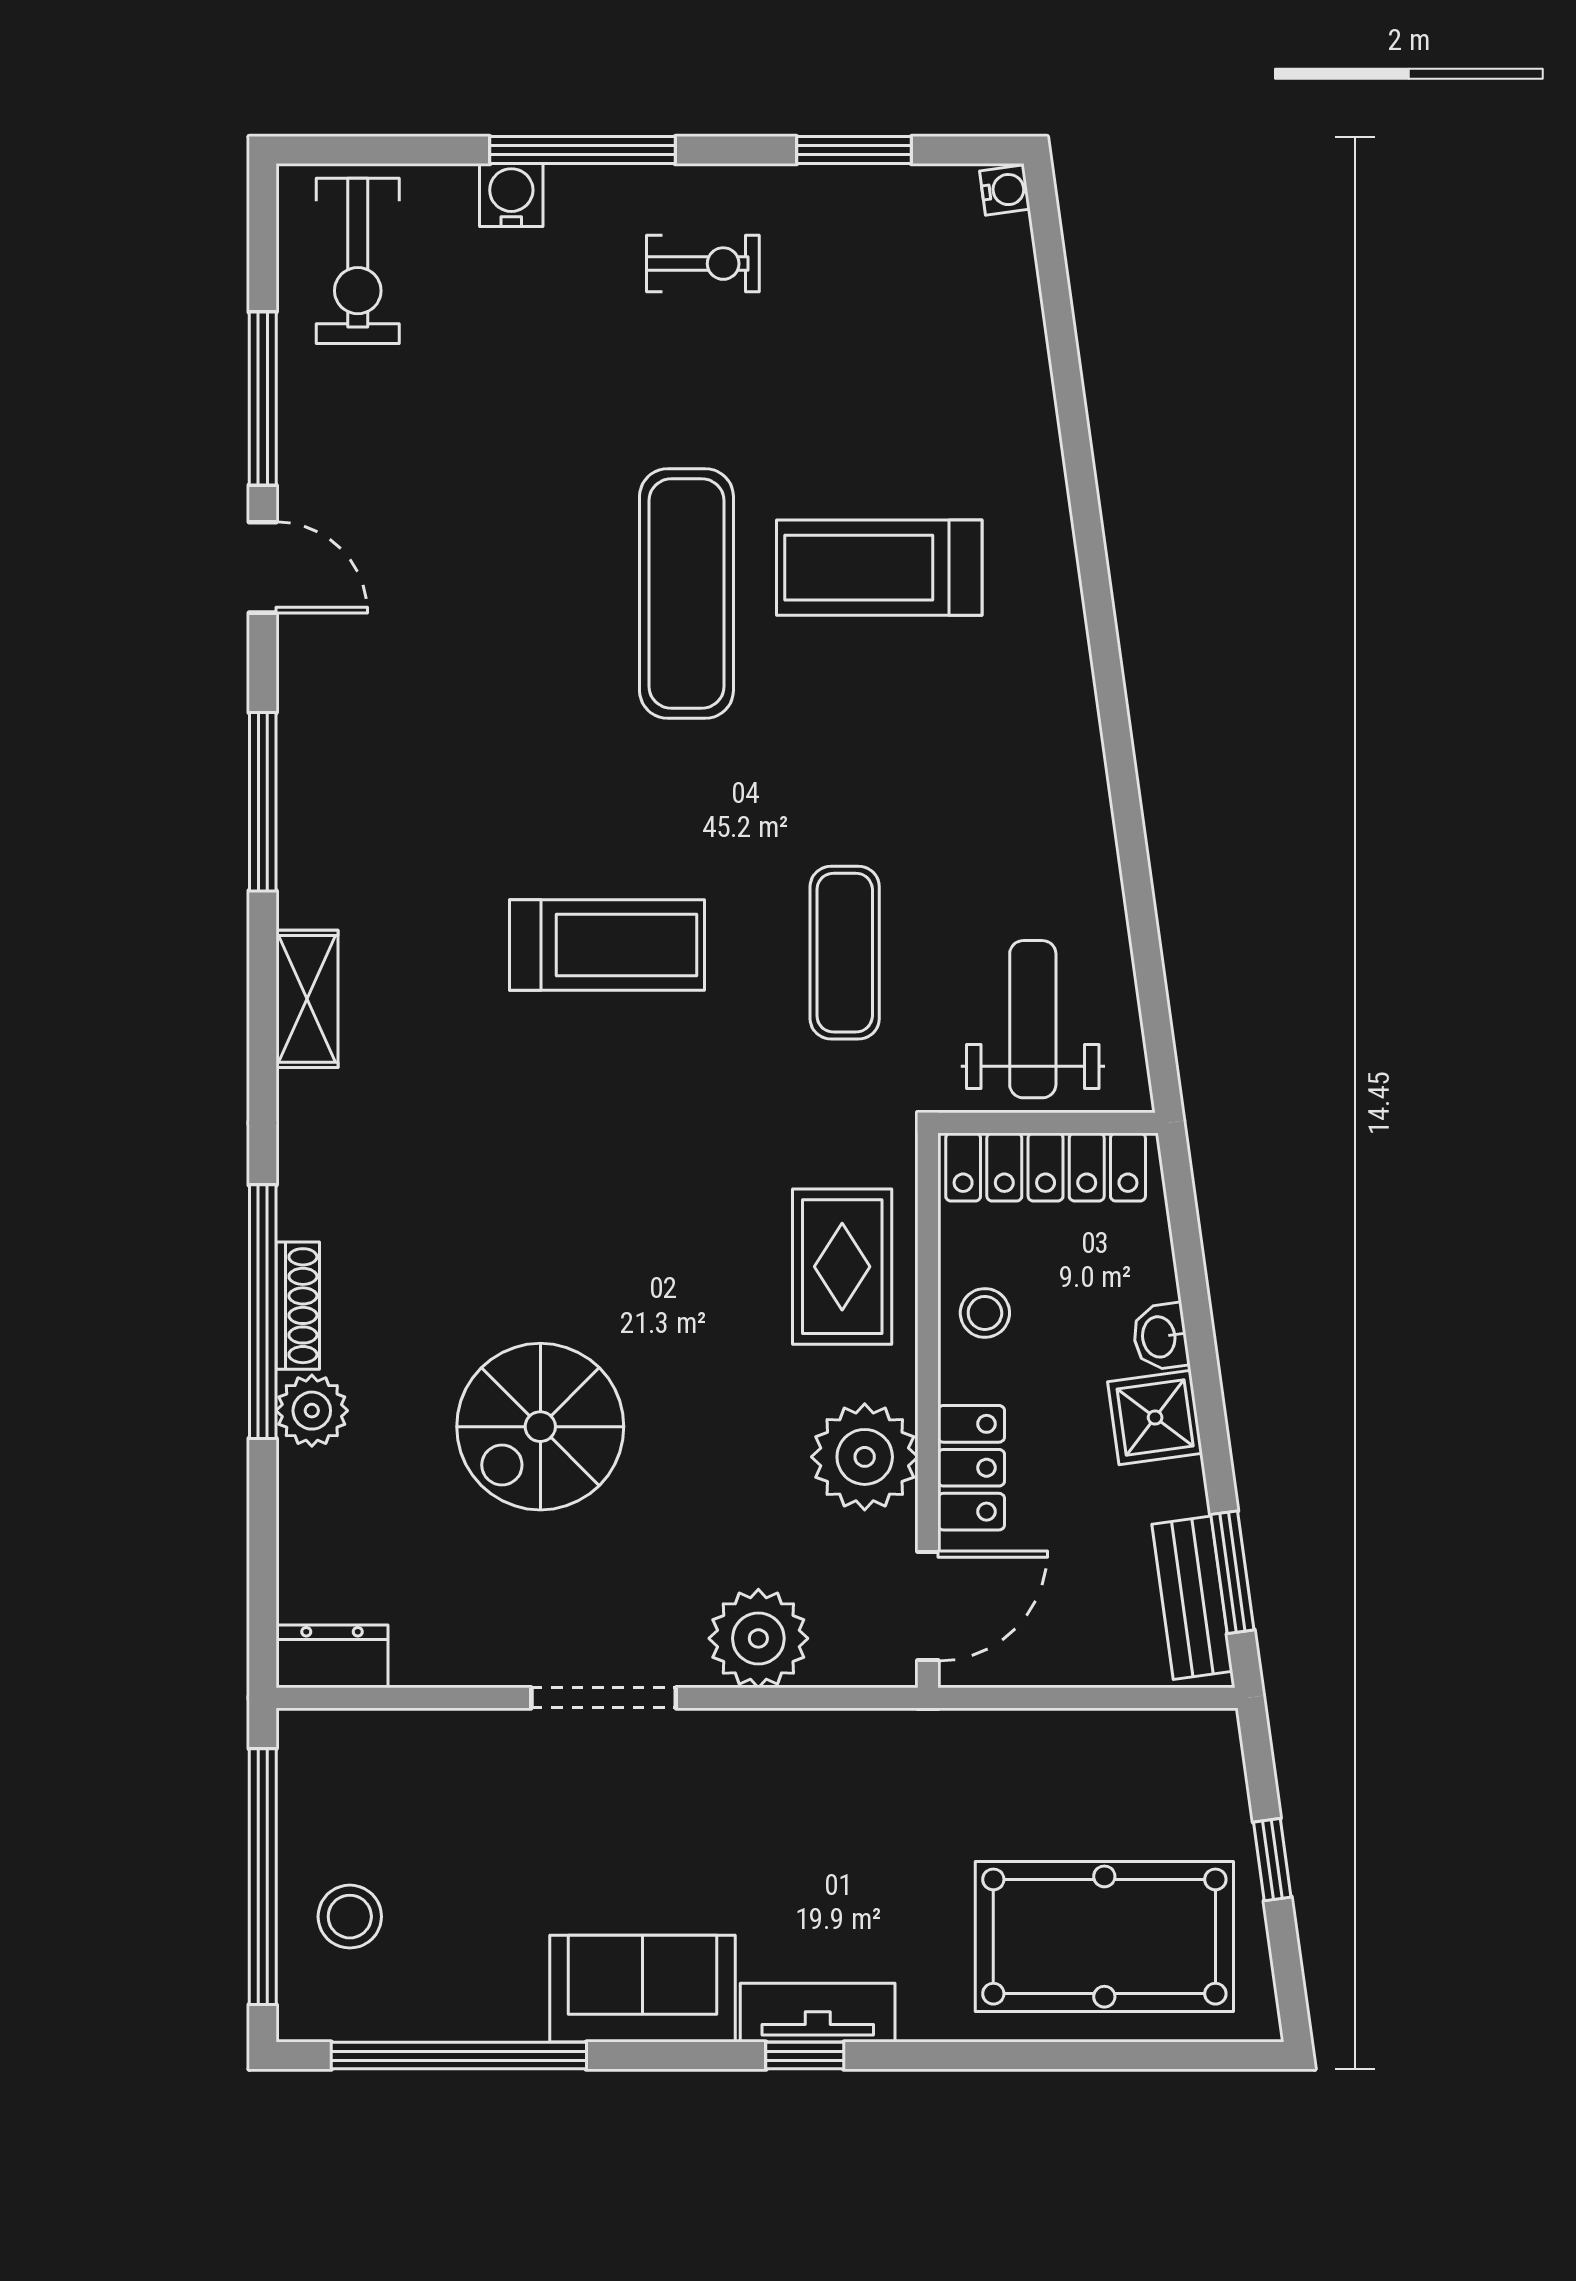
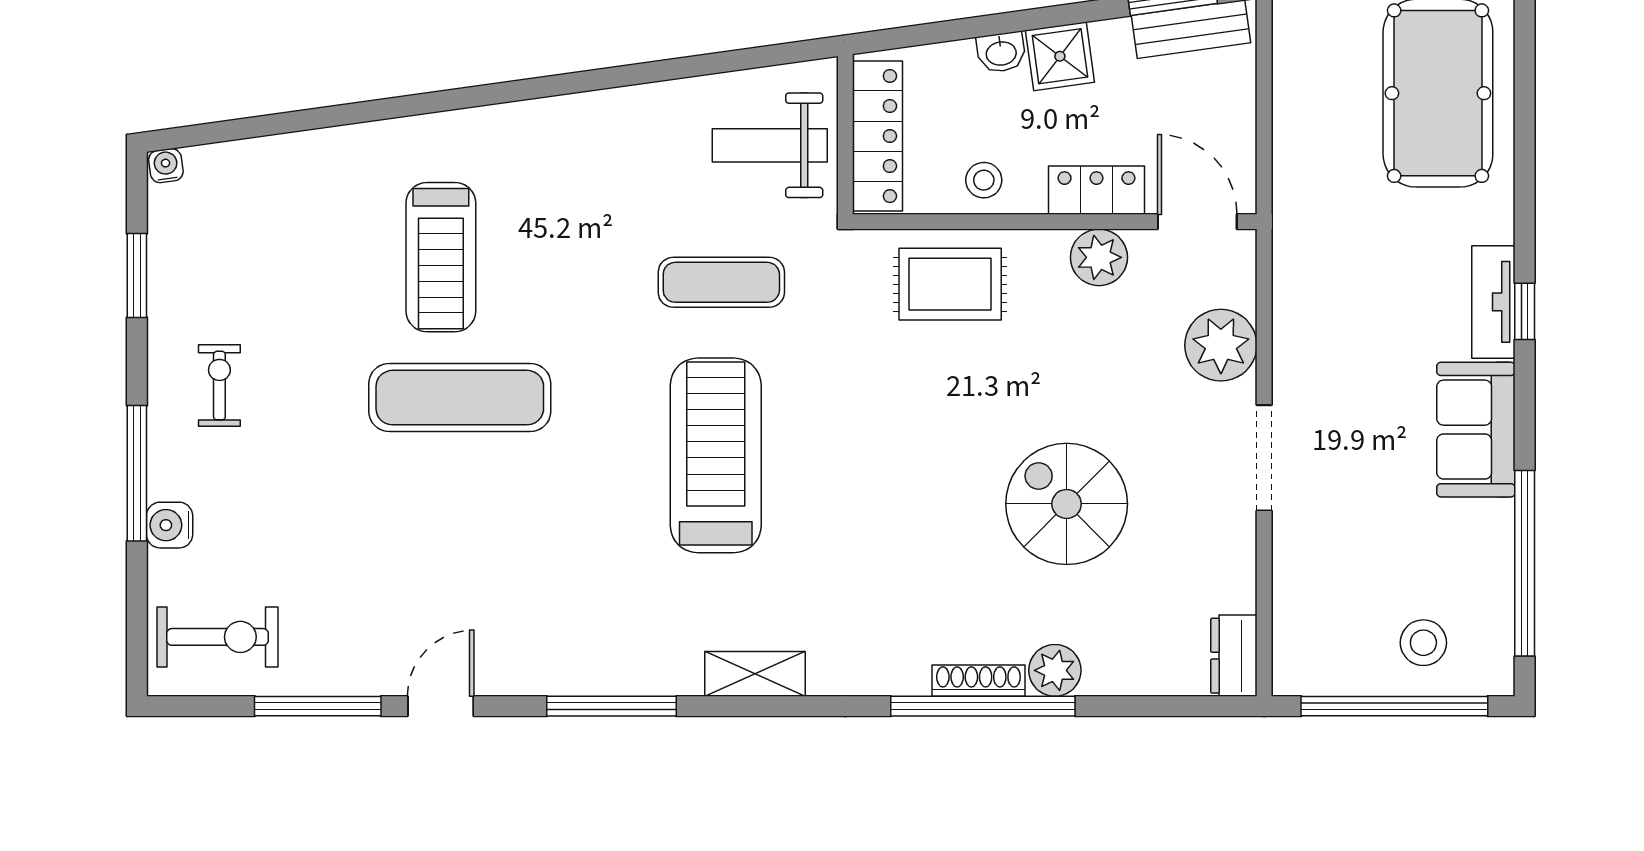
treadmill: (607, 945) -> (716, 455), width x1.37, depth x1.38
spiral stairs: (540, 1427) -> (1067, 504), turned 180
plant: (865, 1457) -> (1099, 257), width x0.73, depth x0.73

